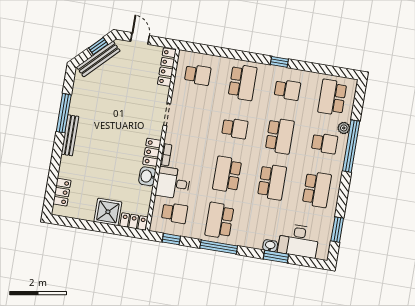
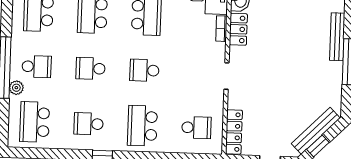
school desk: (198, 75) -> (196, 128), turned 180
school desk: (332, 97) -> (35, 122), turned 180
school desk: (280, 136) -> (91, 68), width x0.54
school desk: (325, 143) -> (37, 67), turned 180

